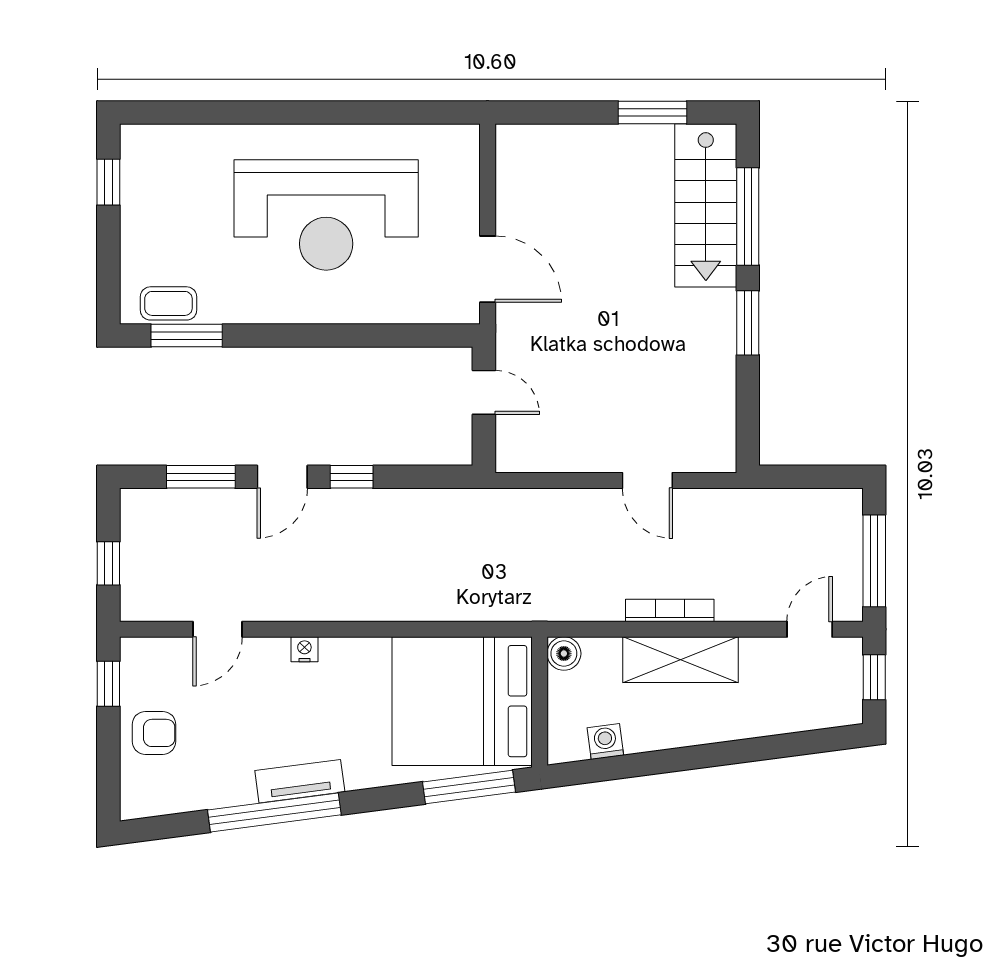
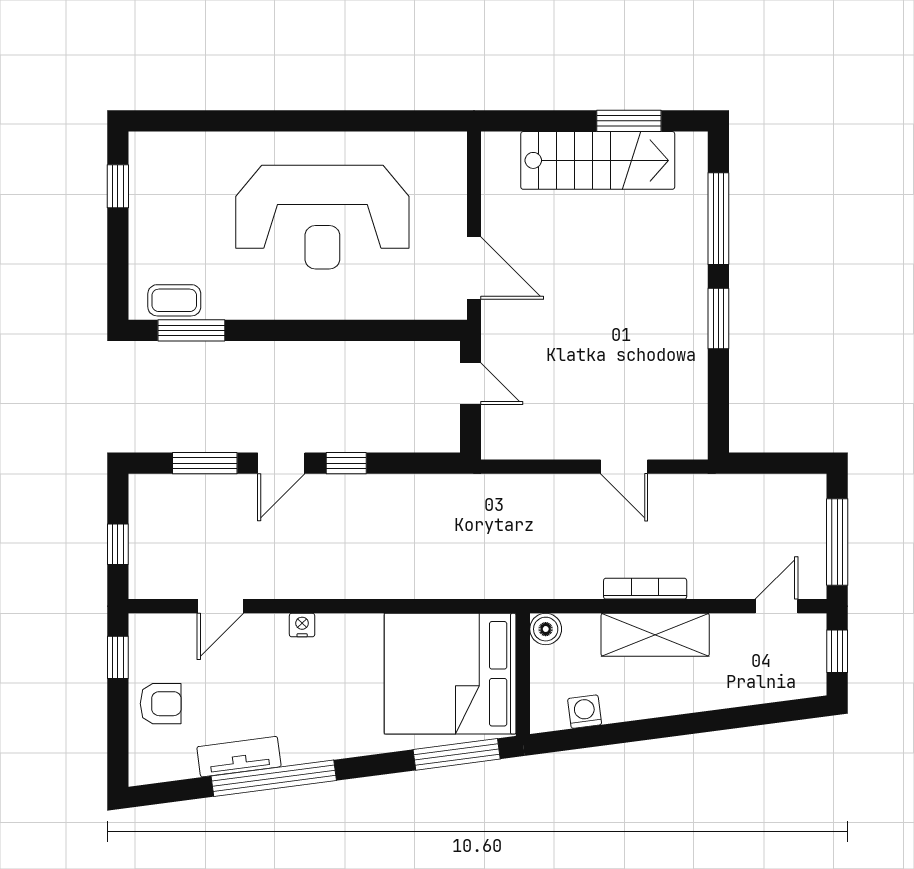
stairs: (706, 205) -> (598, 160), moved, turned -90
tv unit: (300, 781) -> (239, 757), moved

